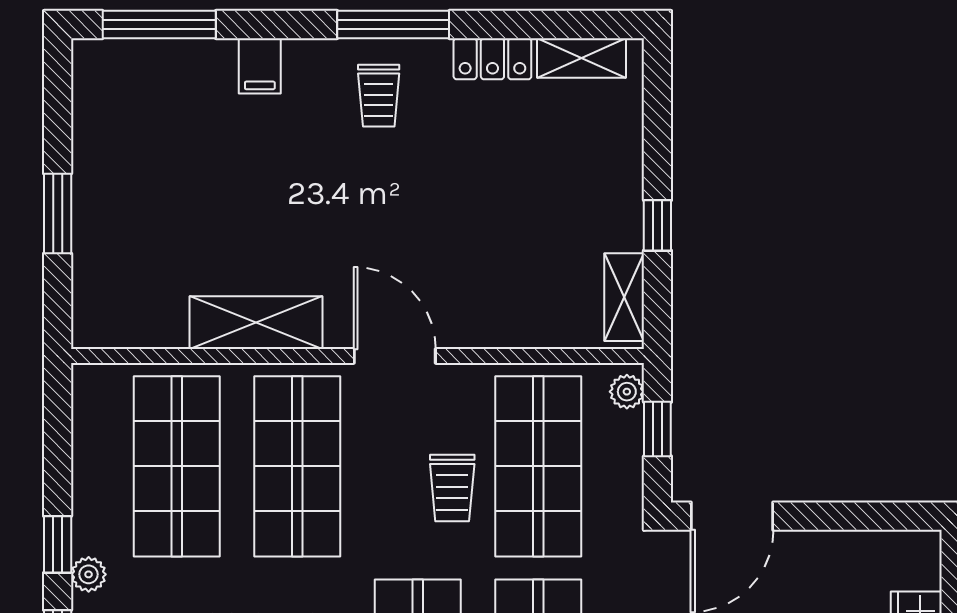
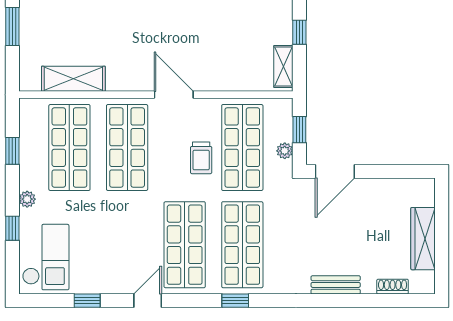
shelving: (256, 323) -> (73, 79), moved
plant: (627, 392) -> (285, 151), moved
window: (58, 544) -> (12, 151), moved

